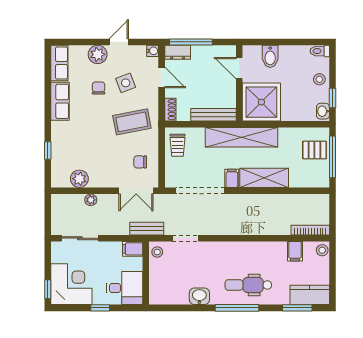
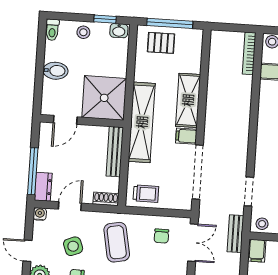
bidet: (270, 56) -> (55, 71), moved
pallet: (314, 150) -> (161, 43), turned 90

